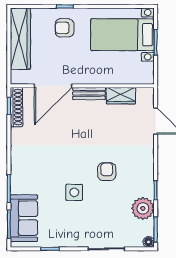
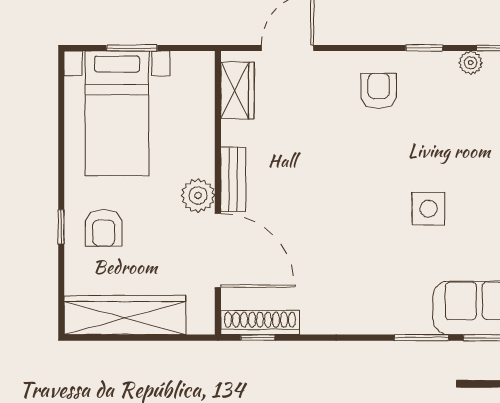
plant: (81, 76) -> (198, 196), added
wardrobe: (121, 96) -> (237, 91), moved
armchair: (107, 172) -> (379, 91), moved, turned 90
plant: (143, 208) -> (471, 63), width x0.53, depth x0.53

